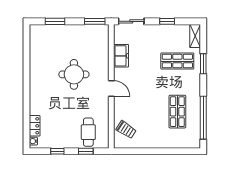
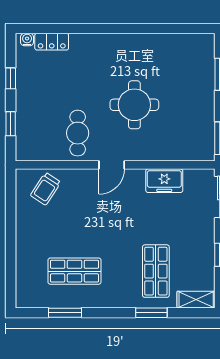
window: (203, 118) -> (65, 313), width x0.47
cafe table: (88, 132) -> (78, 133), moved, turned 90

